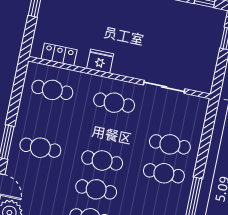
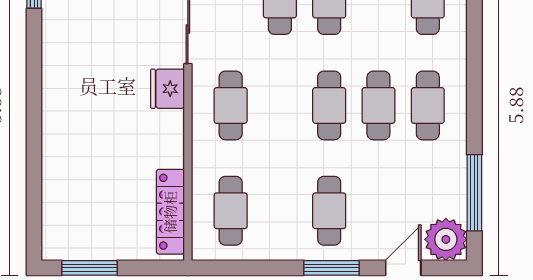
locker: (59, 54) -> (170, 212), width x1.53
fridge: (100, 61) -> (167, 89), moved

